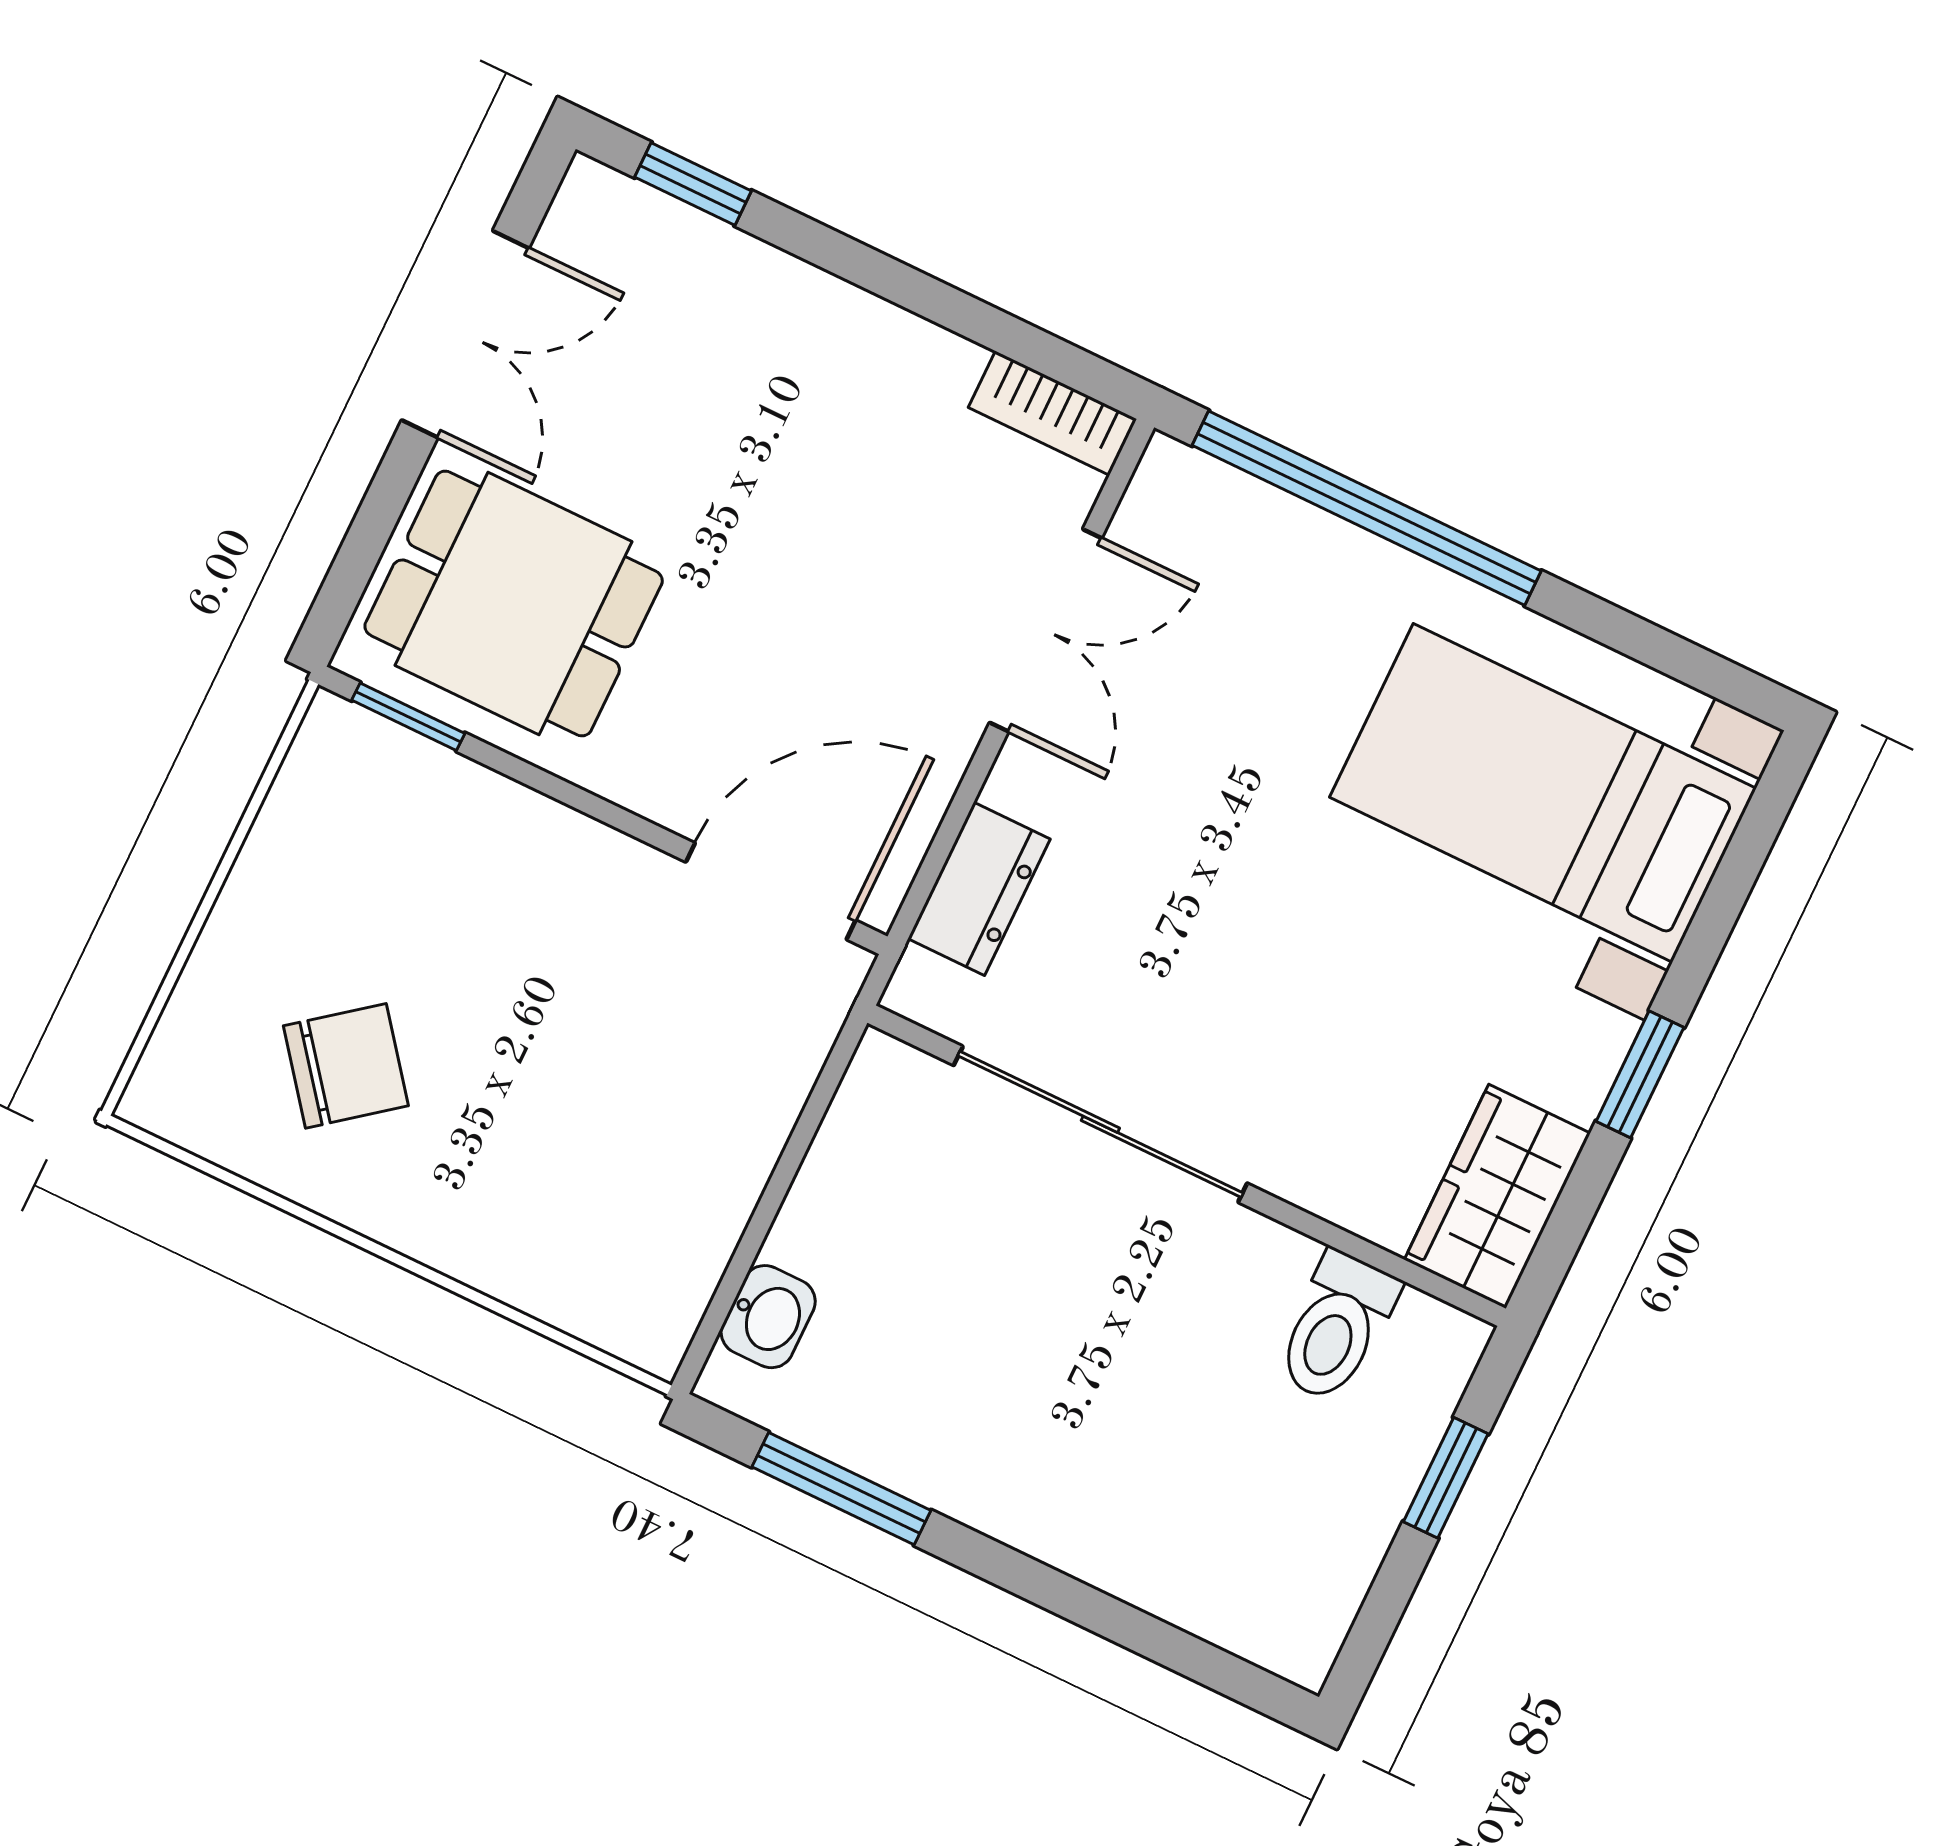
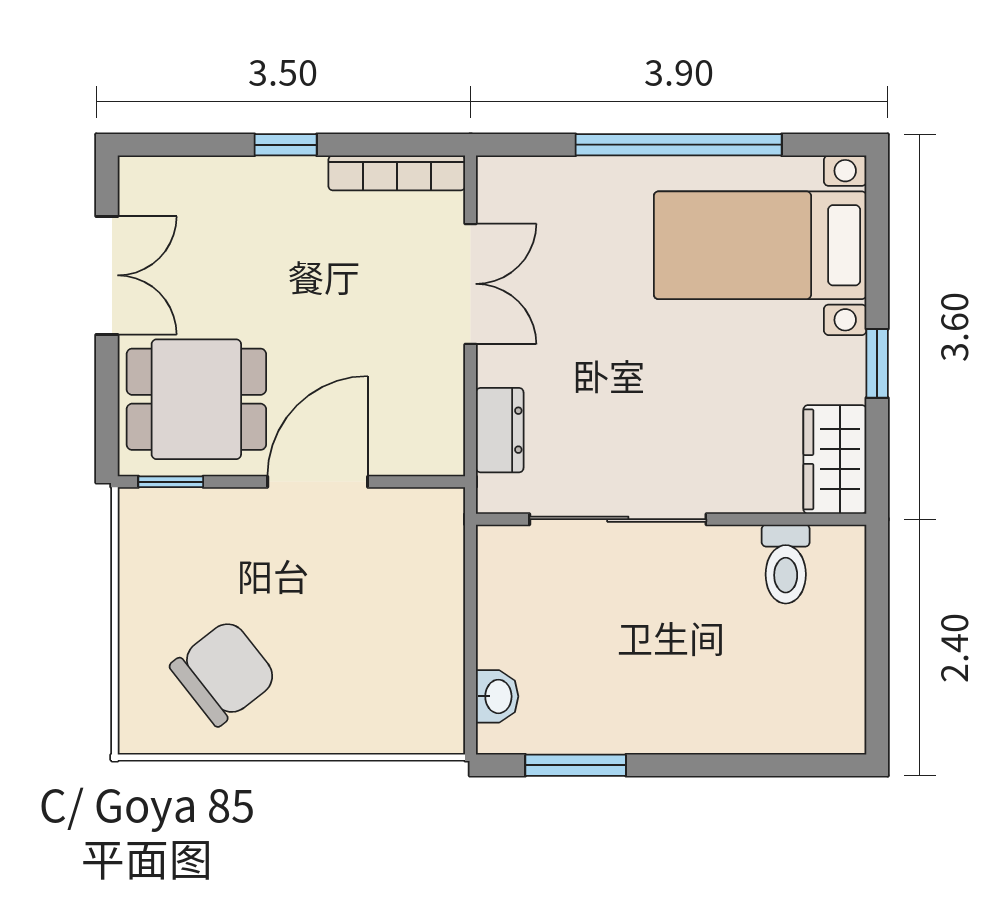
window: (693, 184) -> (286, 145), moved
bookcase: (1052, 413) -> (397, 173), width x1.56
window: (1367, 508) -> (679, 145), moved
door: (771, 891) -> (318, 482), moved
chair: (346, 1066) -> (224, 673), width x1.37, depth x1.37
window: (1446, 1478) -> (877, 613), removed

